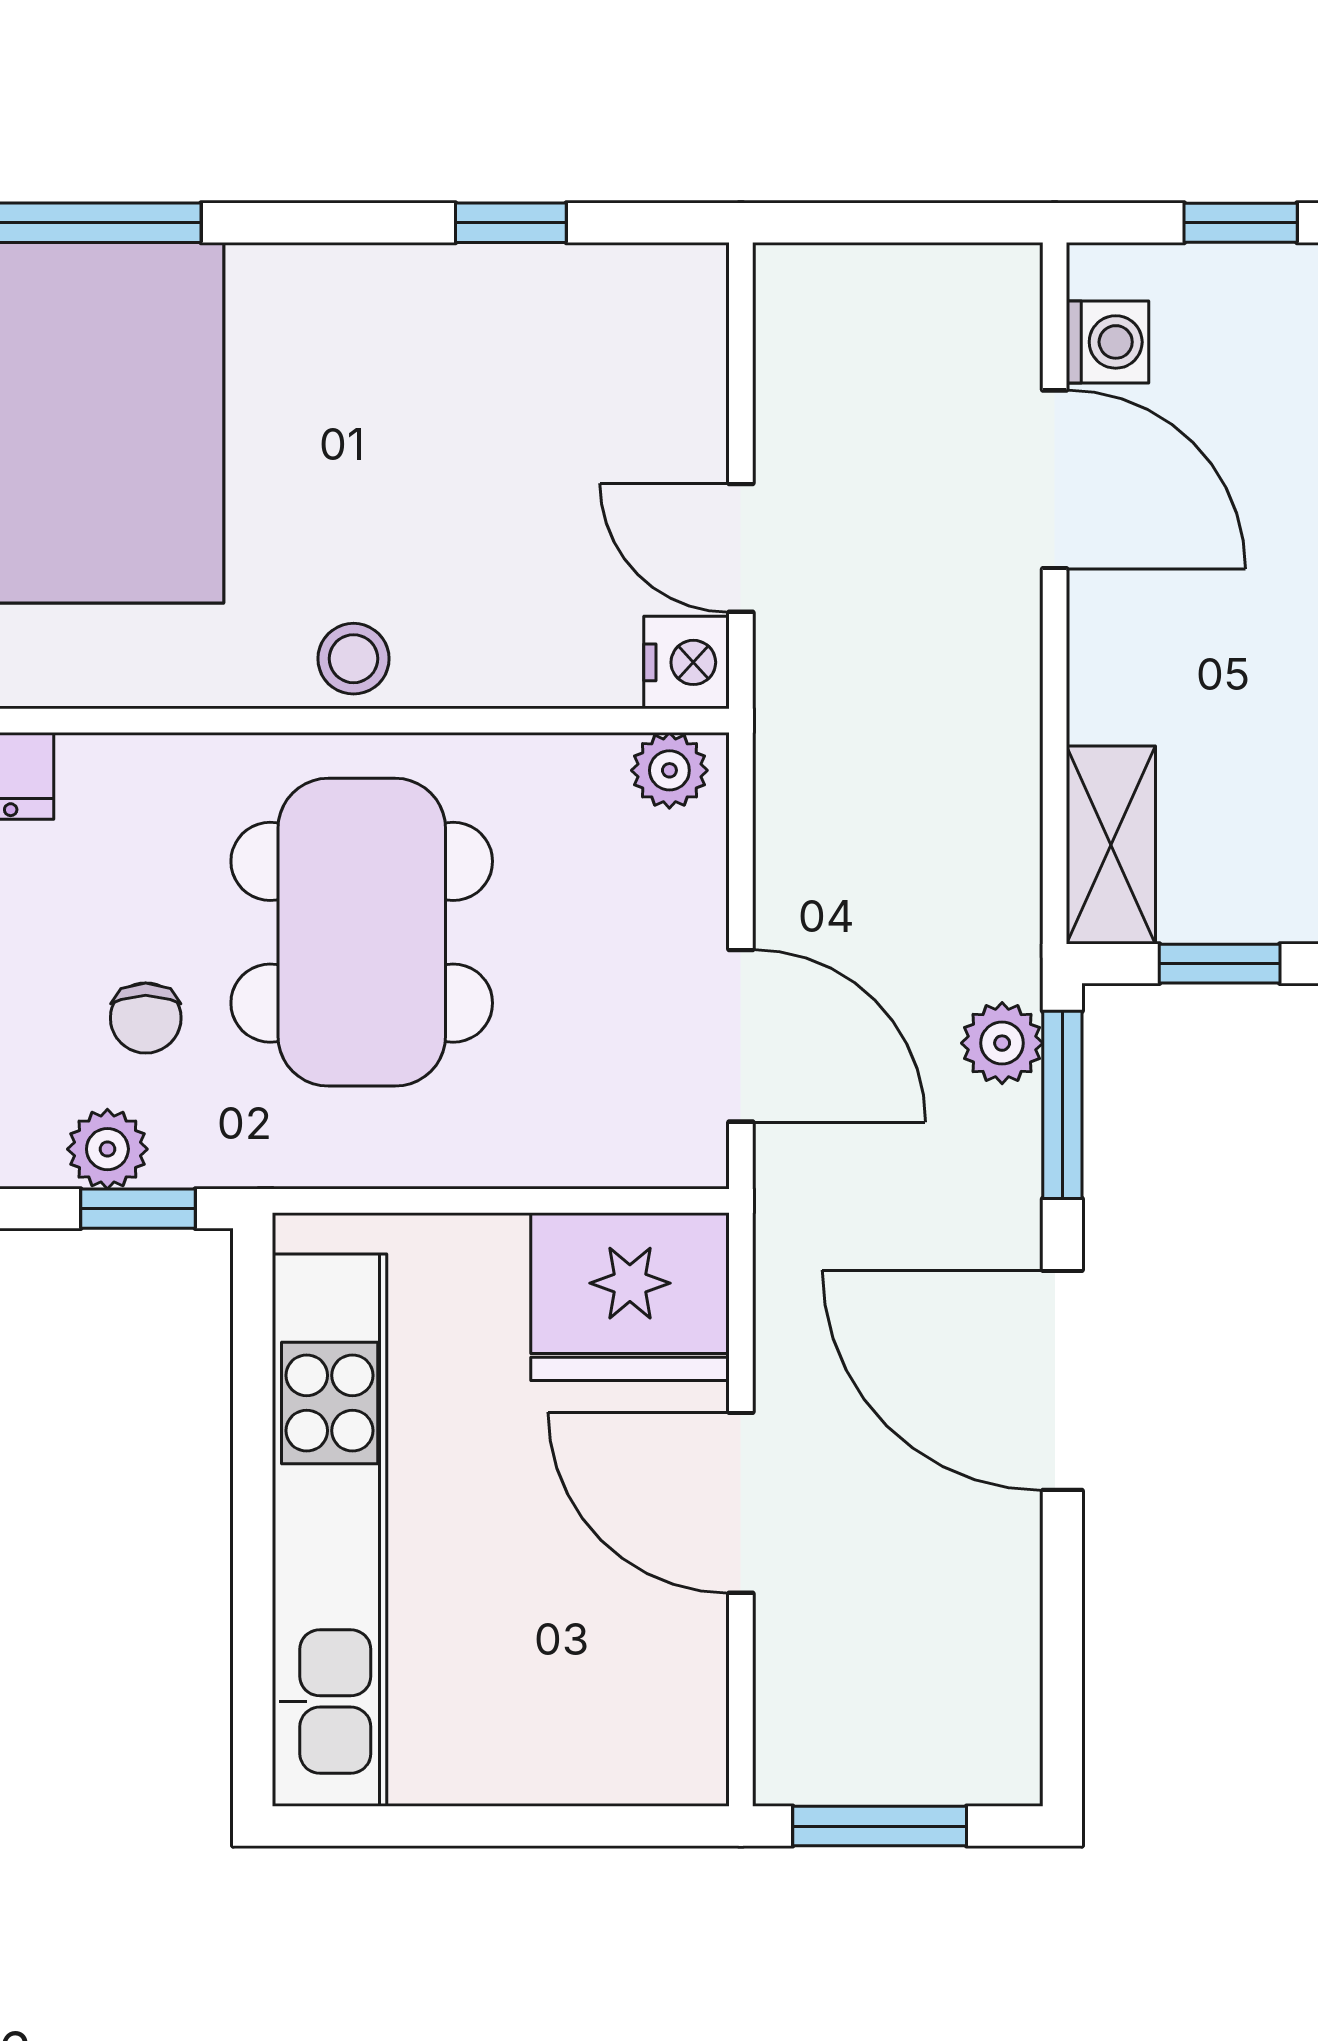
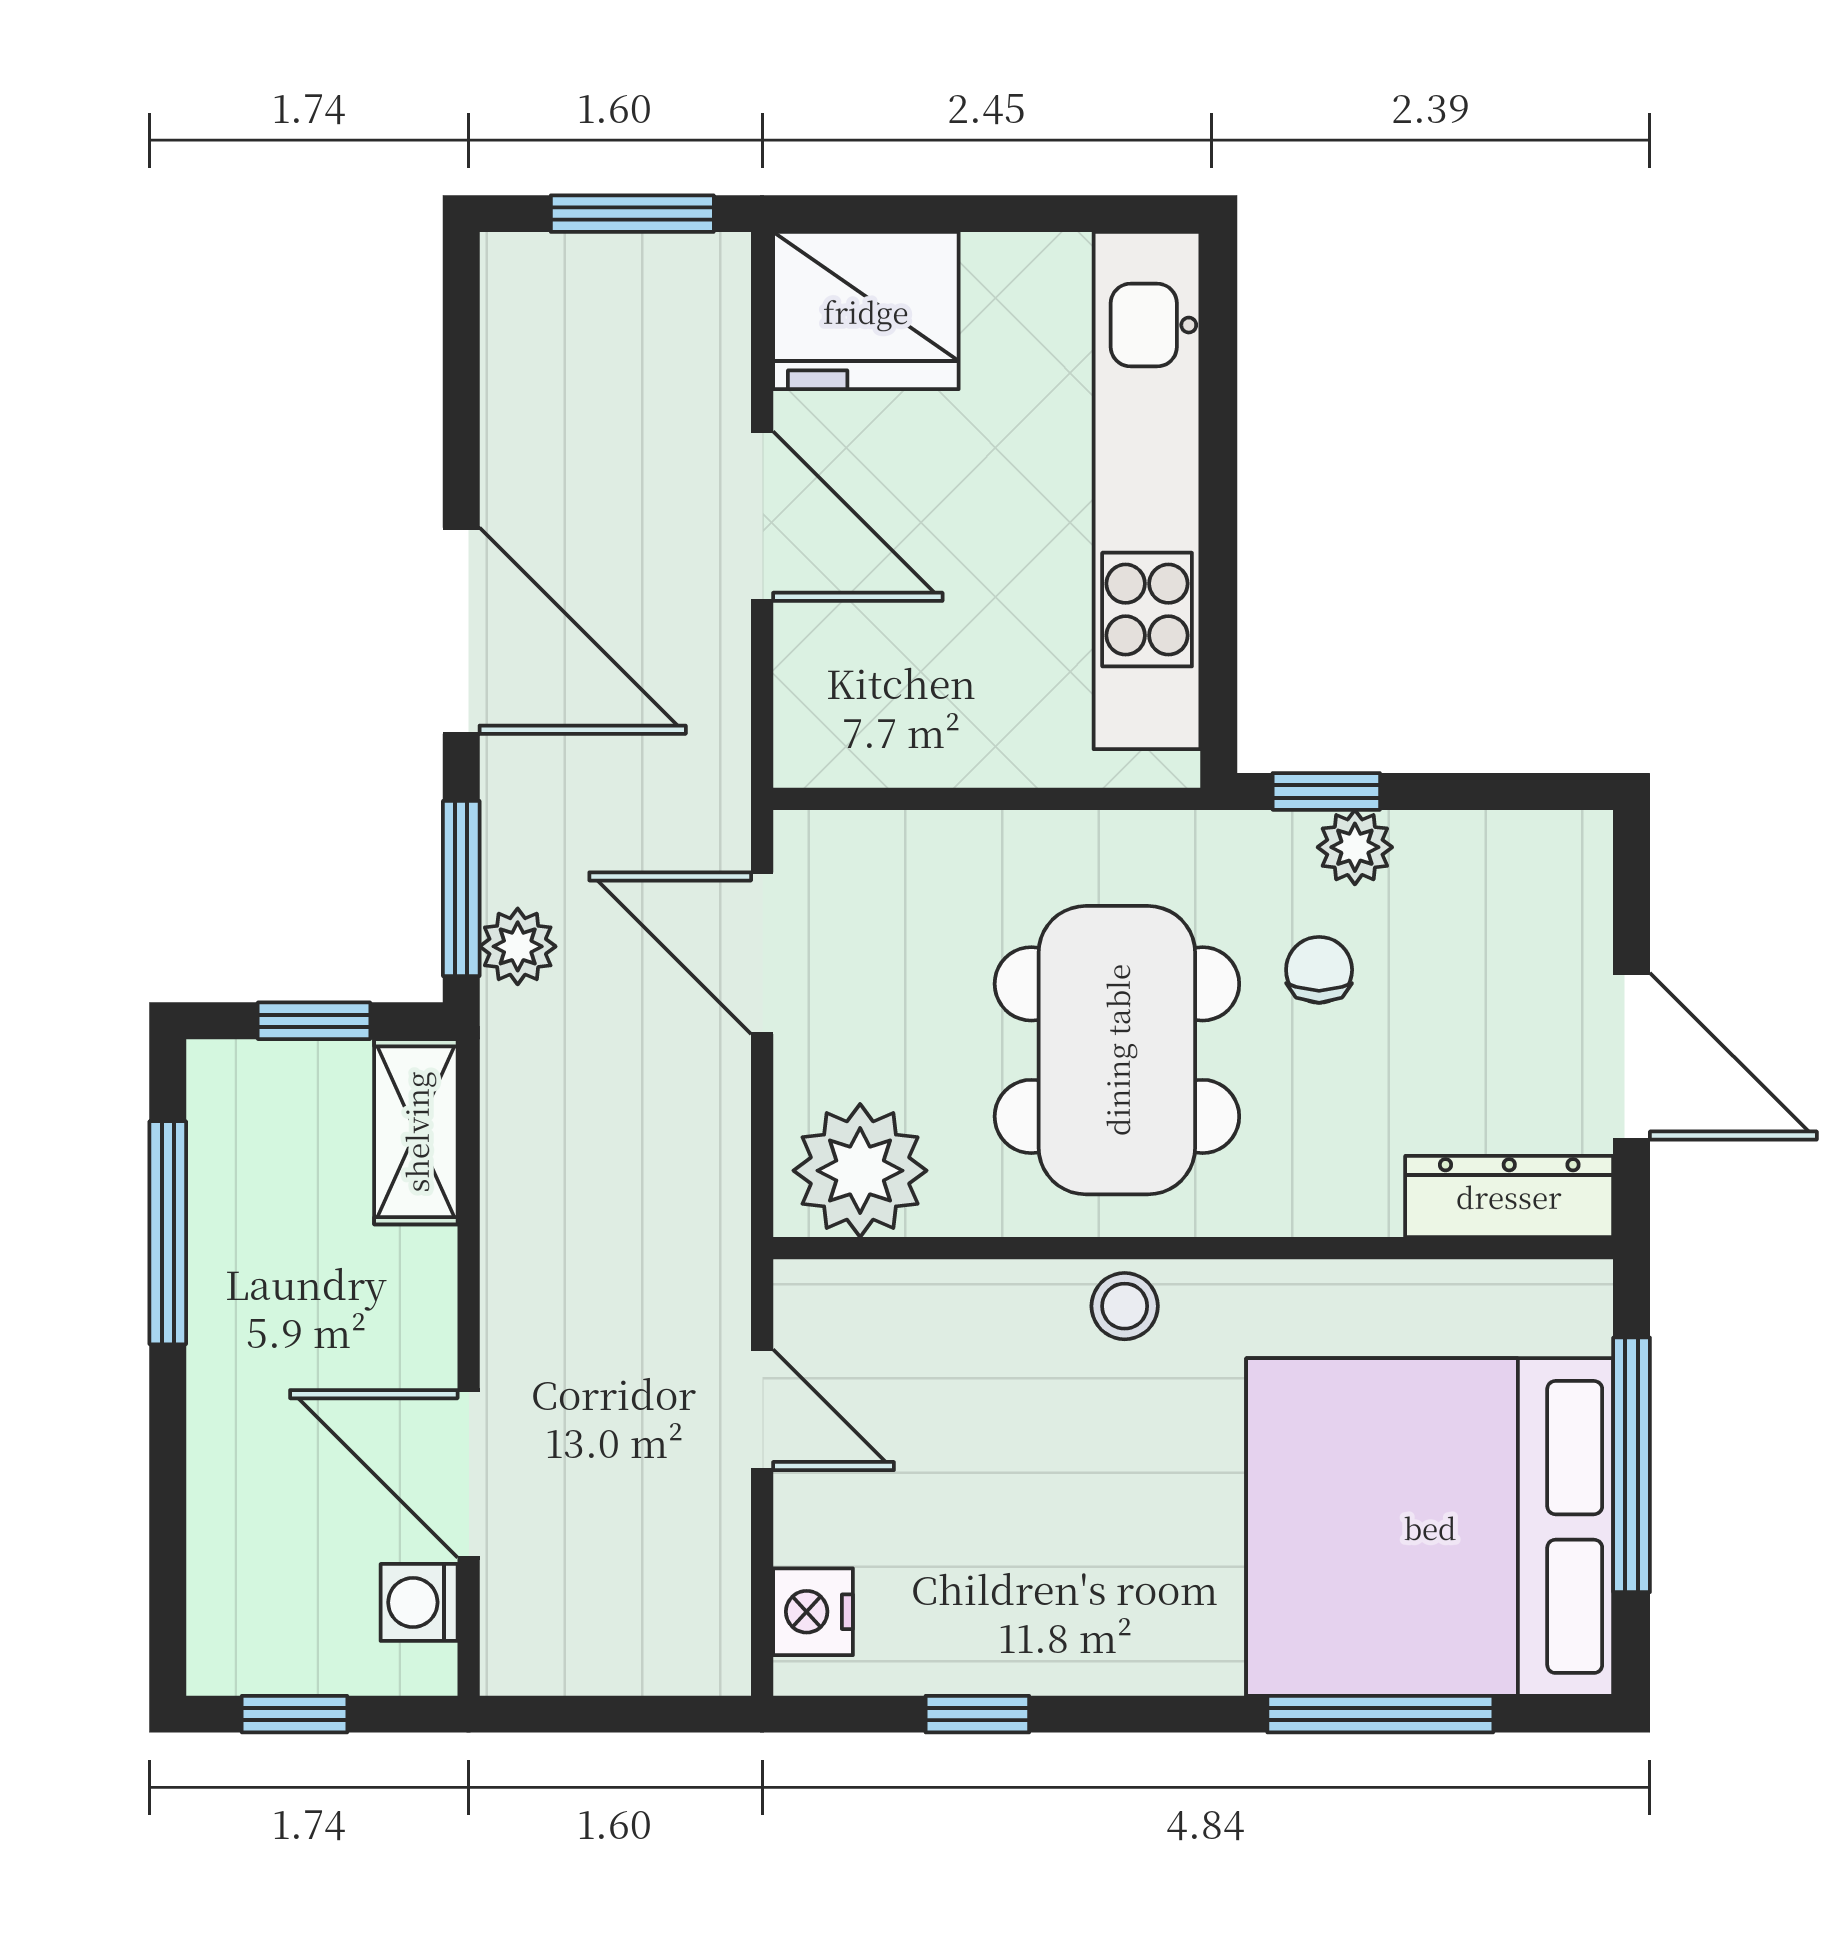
nightstand: (686, 662) -> (813, 1612), moved
plant: (669, 770) -> (860, 1171), width x1.88, depth x1.88
fridge: (630, 1297) -> (866, 311), moved, turned 180

